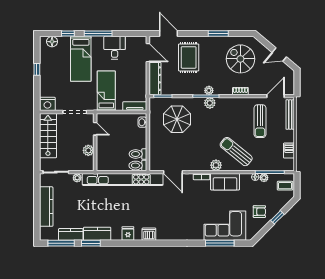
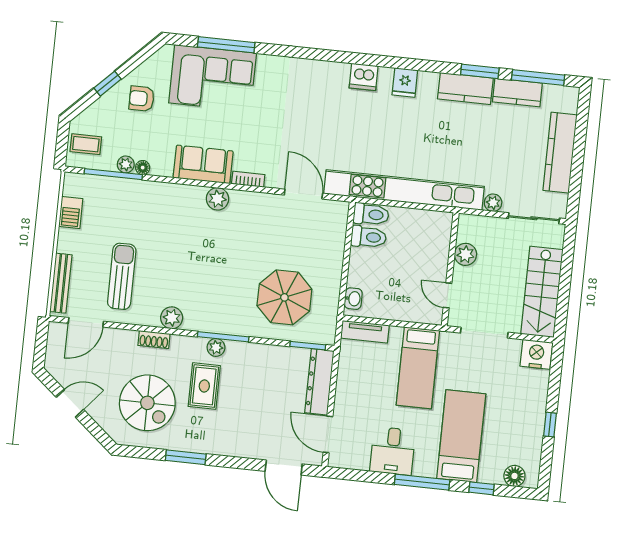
rug: (189, 57) -> (204, 386), moved, width x0.73, depth x0.70
plant: (210, 103) -> (172, 318), moved
sun lounger: (236, 152) -> (175, 222), removed

